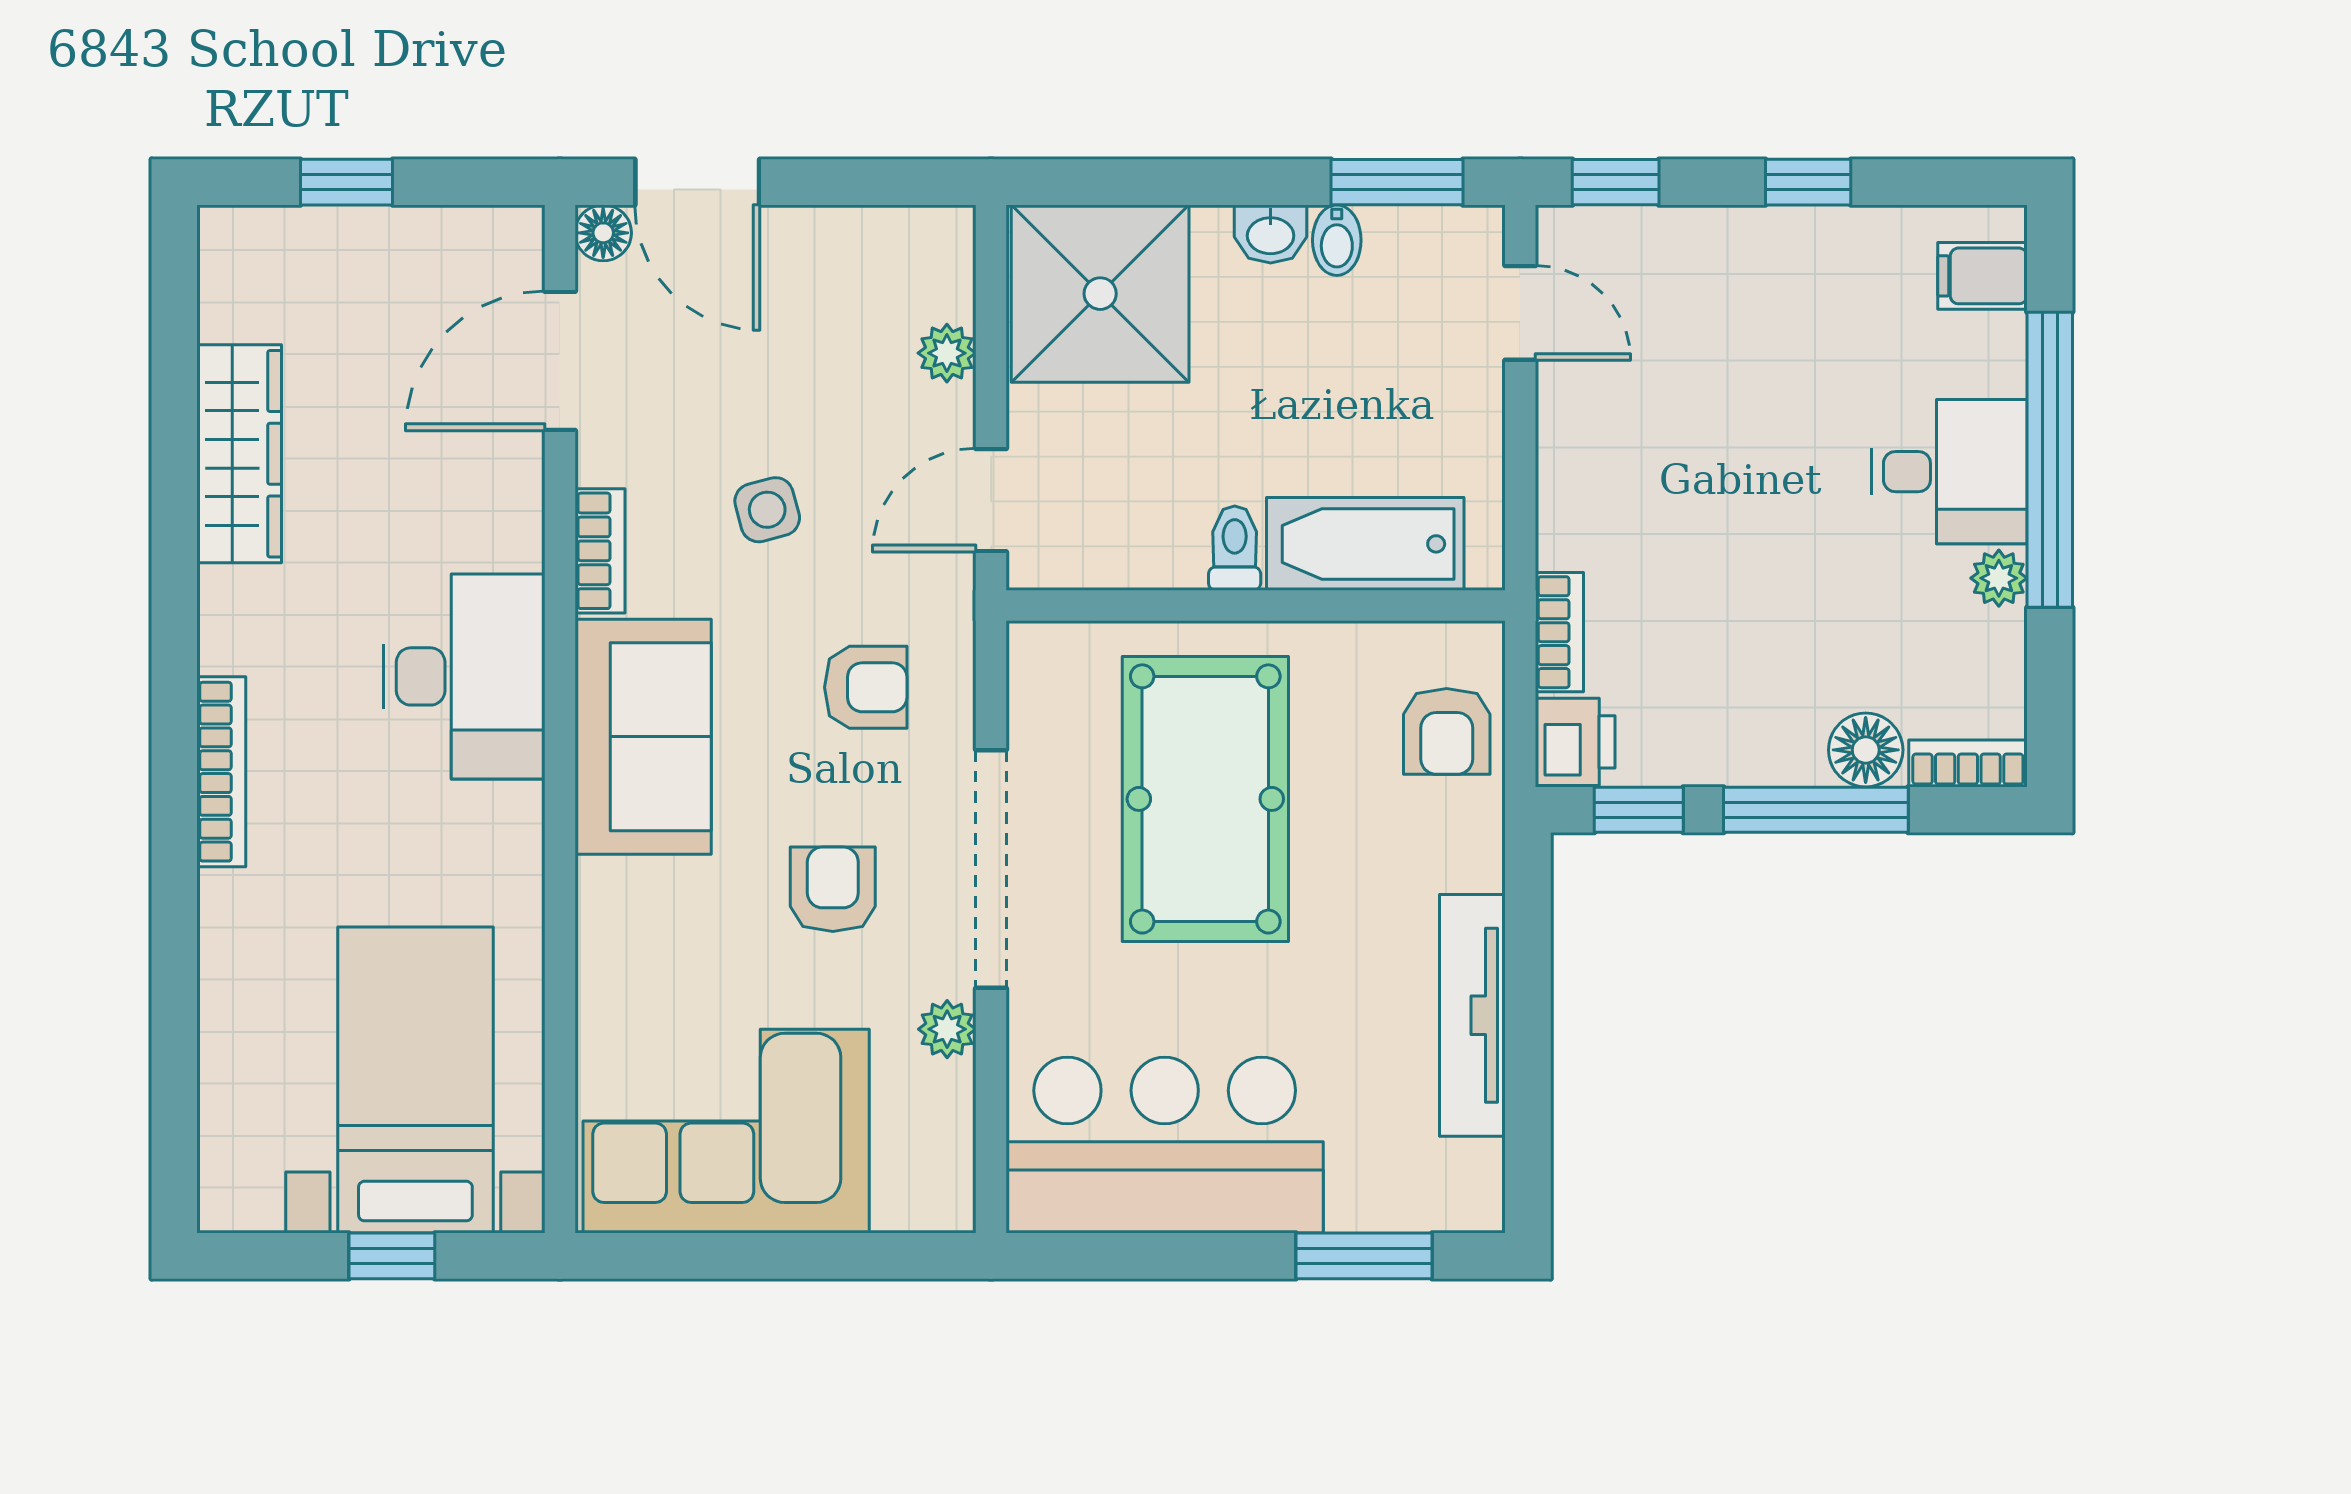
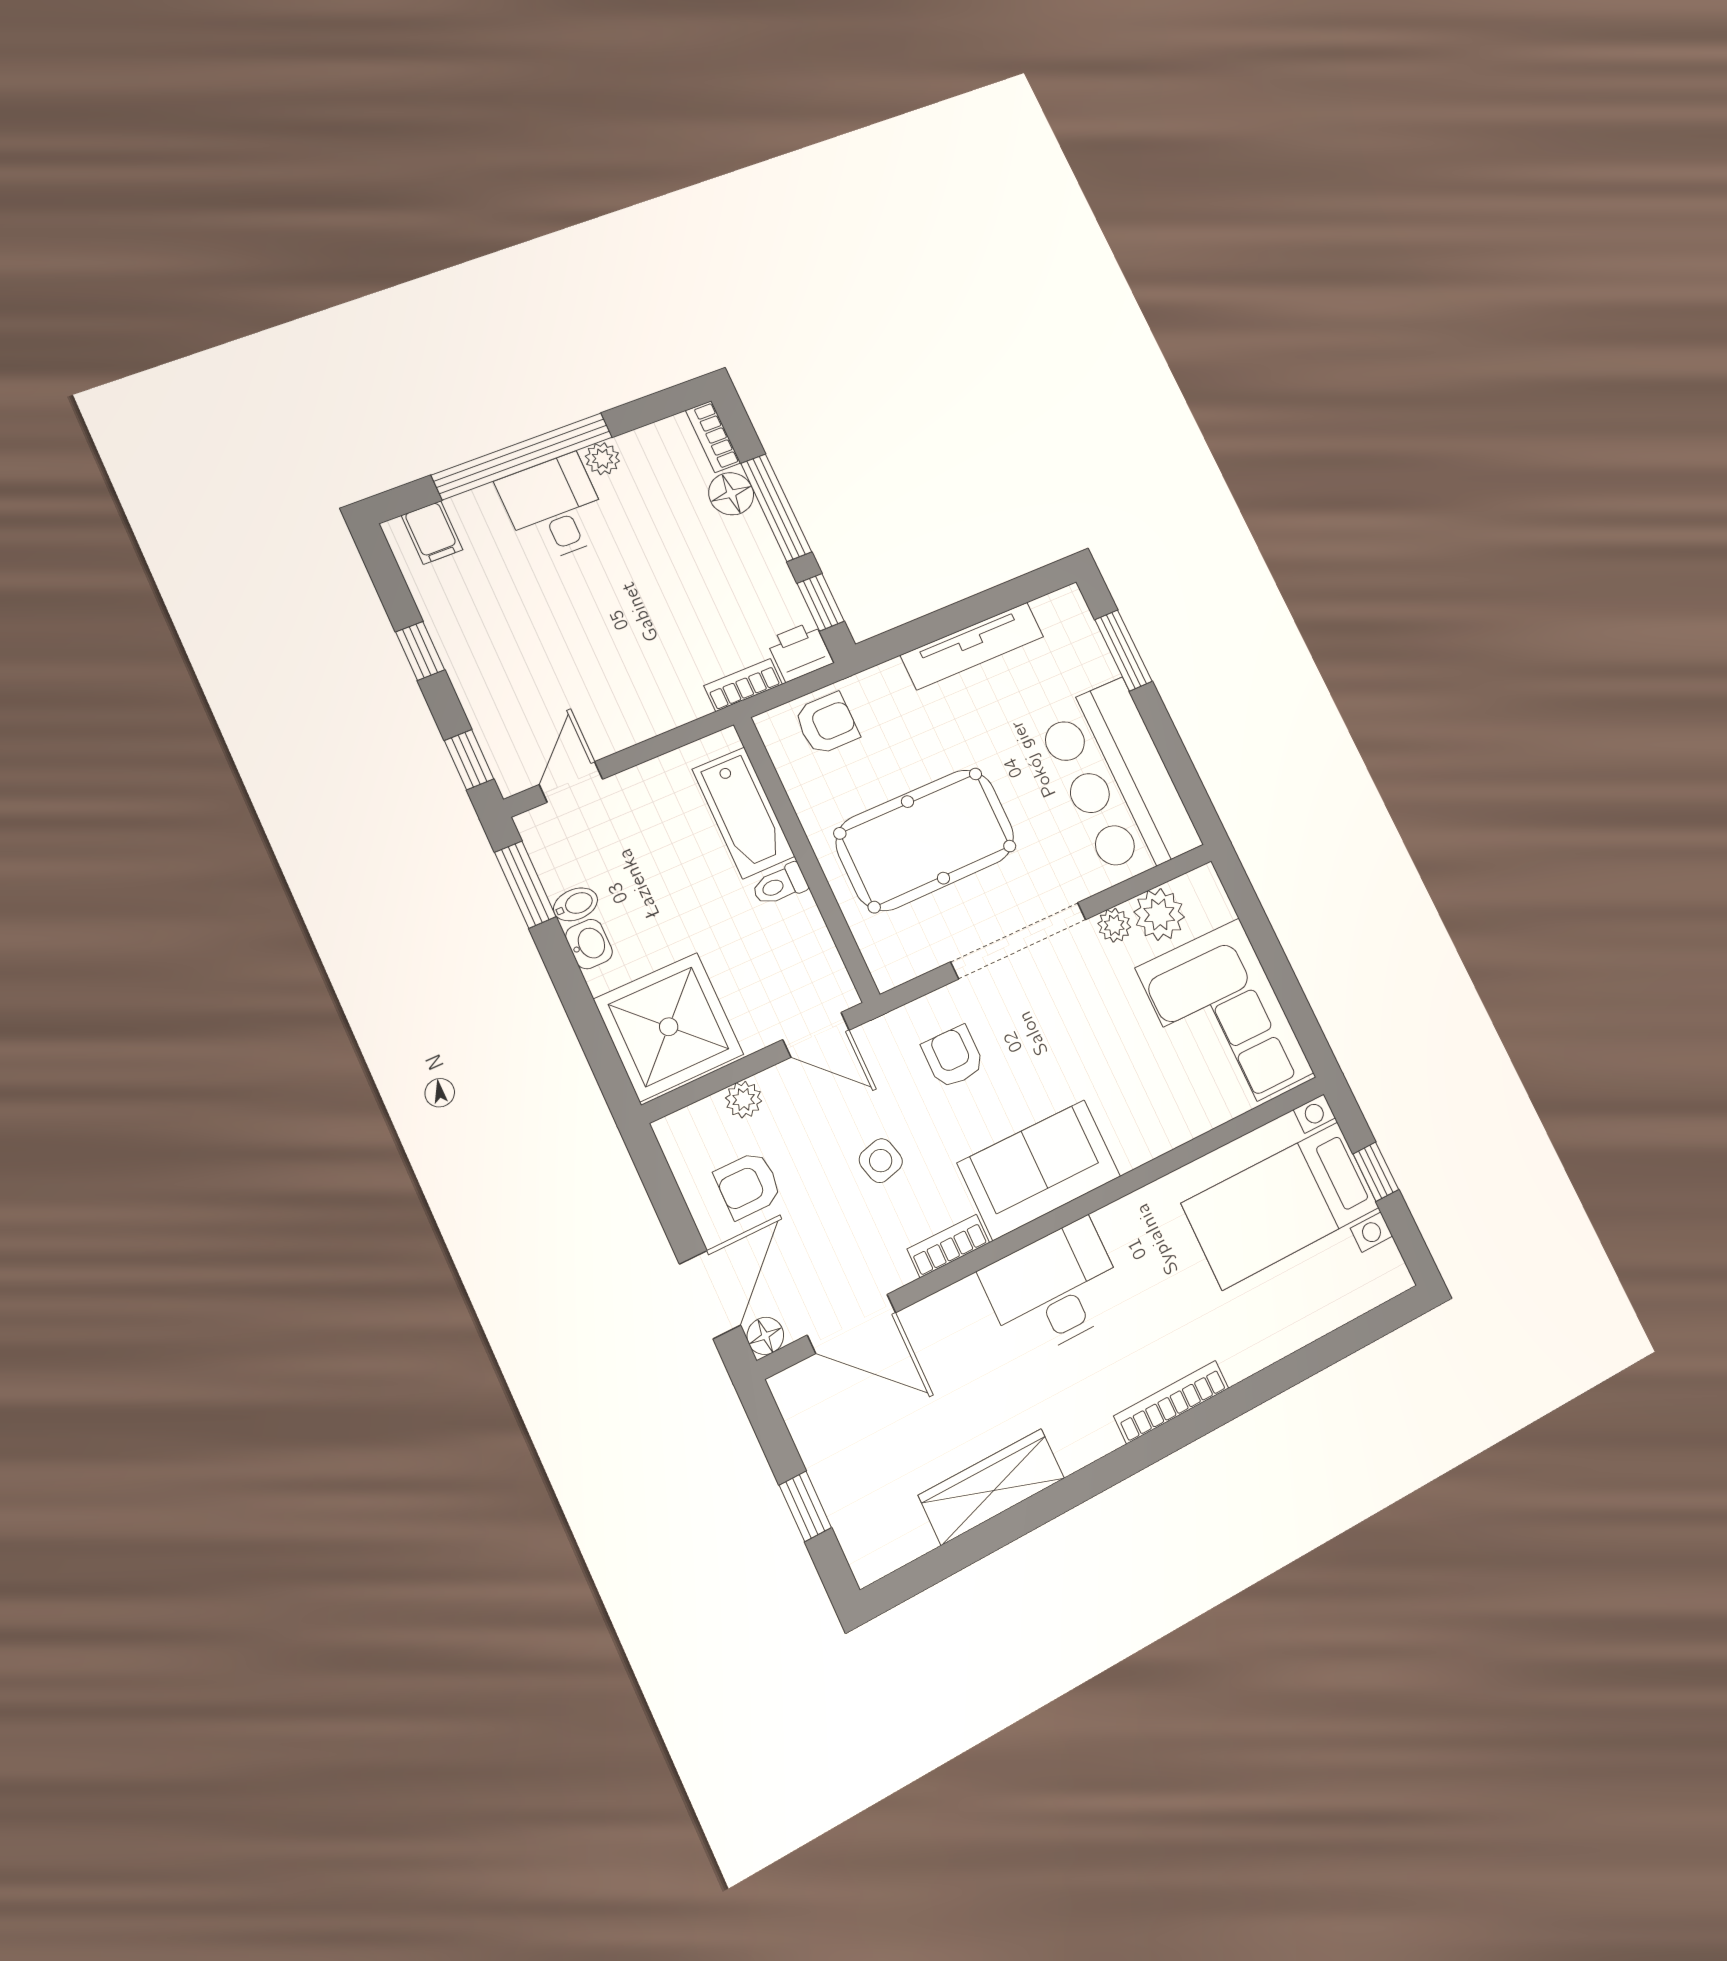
armchair: (833, 889) -> (748, 1185), moved
plant: (932, 1108) -> (1159, 914), added

